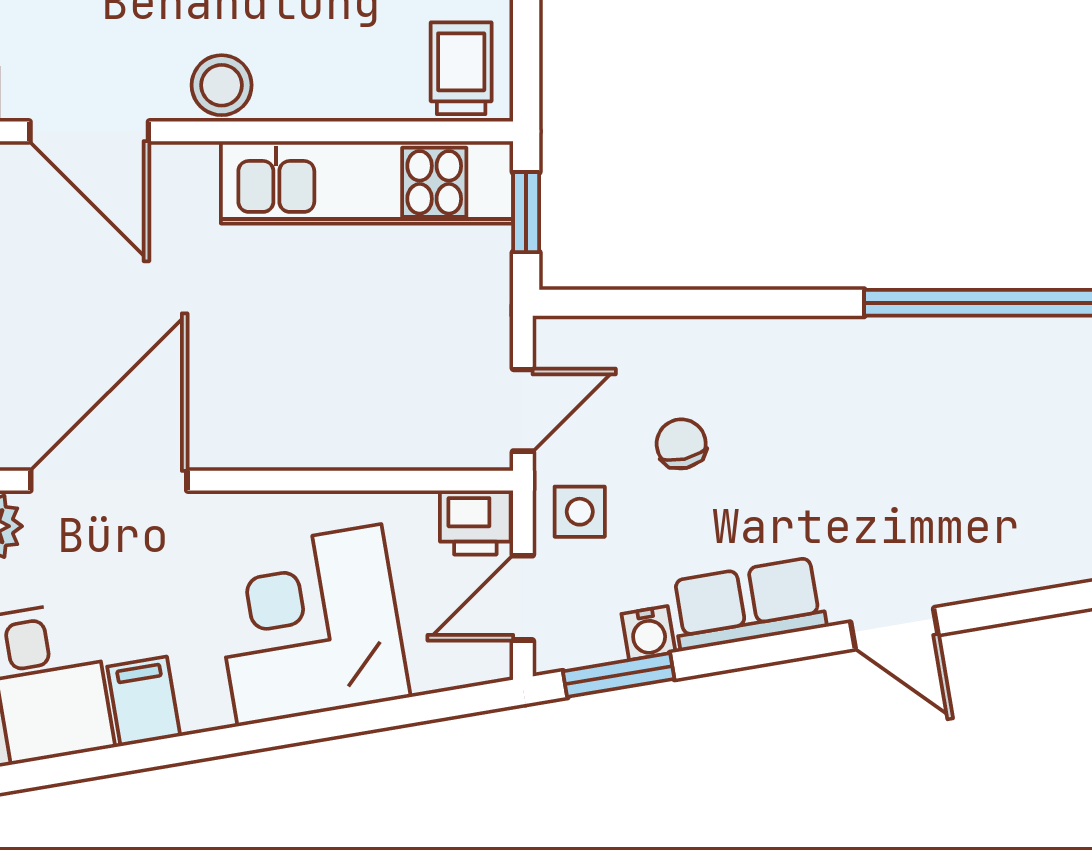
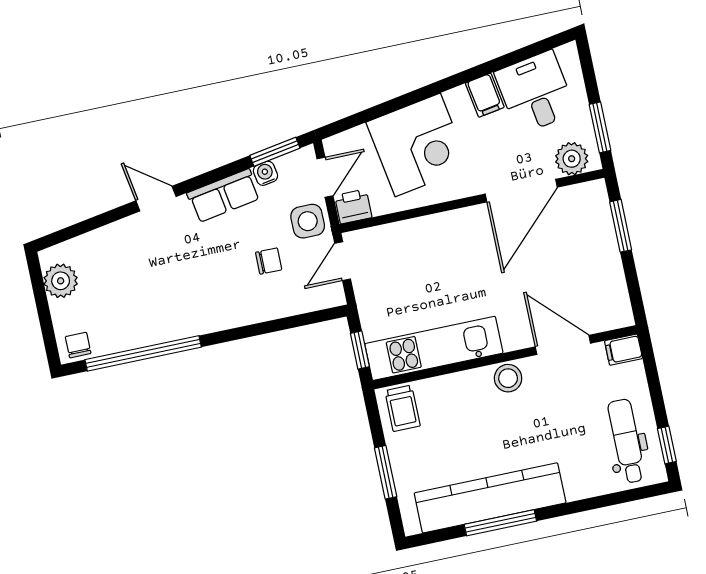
chair: (681, 444) -> (269, 261), turned -77
side table: (580, 512) -> (308, 221), width x1.37, depth x1.37

